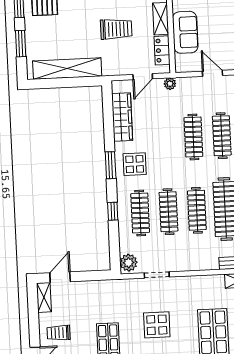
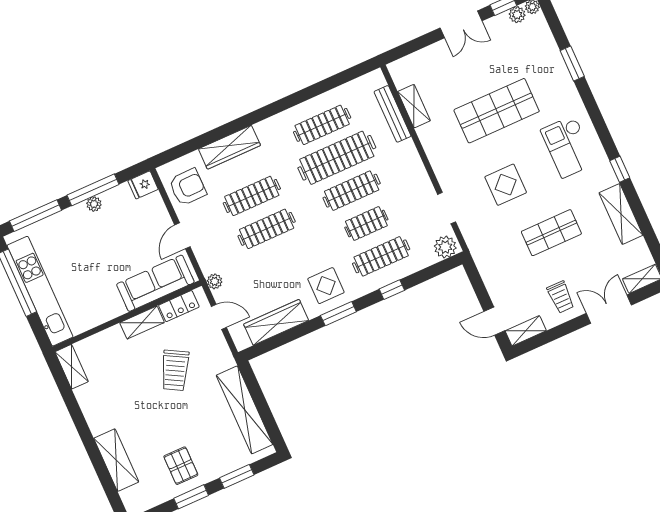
trolley: (116, 29) -> (175, 370), turned -151
sofa: (185, 32) -> (155, 283), width x1.36
clothes rail: (169, 212) -> (366, 224), width x0.73

